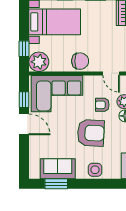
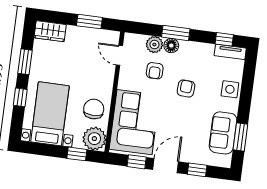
chair: (80, 61) -> (94, 109), moved
door: (111, 73) -> (119, 55), swing flipped
armchair: (91, 133) -> (186, 89), width x0.53, depth x0.53
window: (24, 151) -> (197, 170), added

